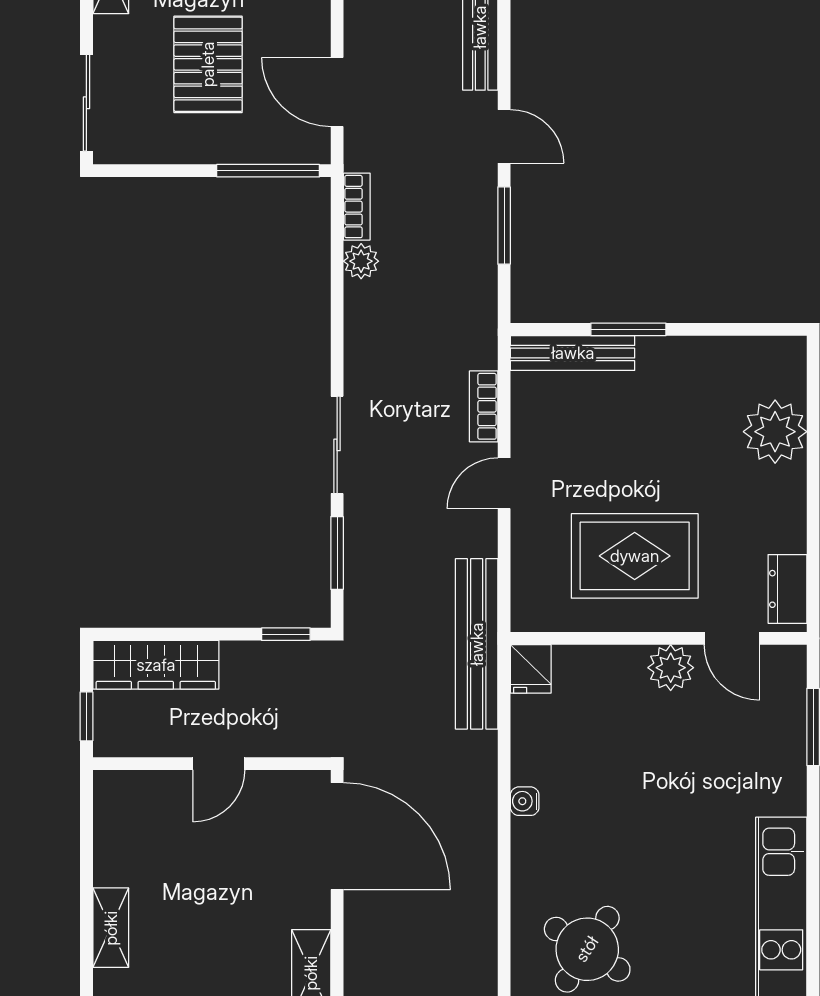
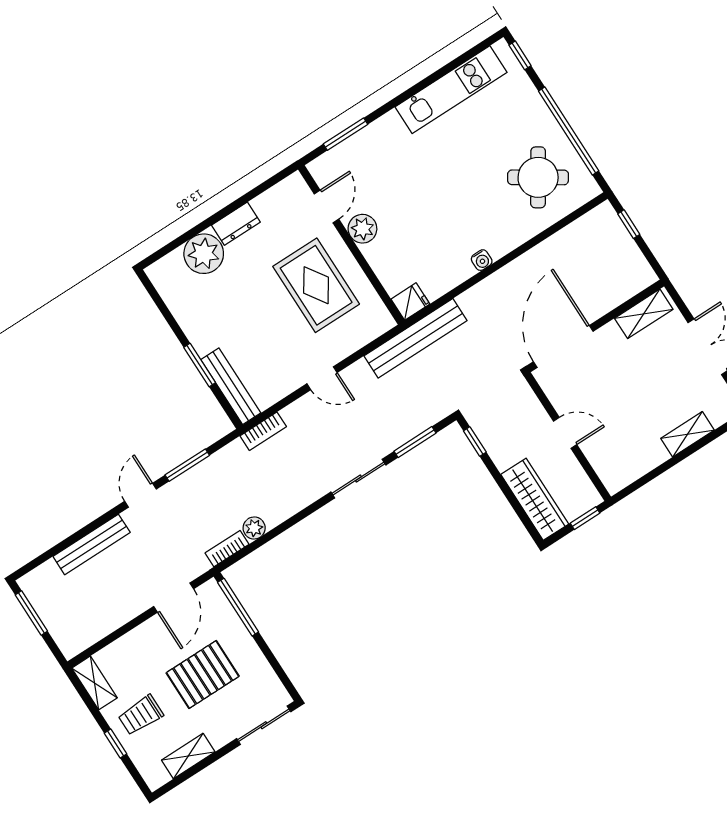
bookcase: (484, 406) -> (263, 431), moved
dresser: (787, 589) -> (236, 224), moved

